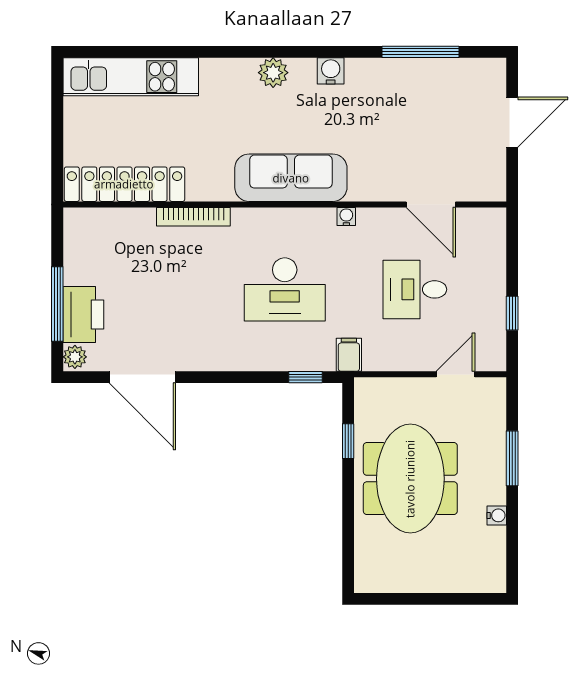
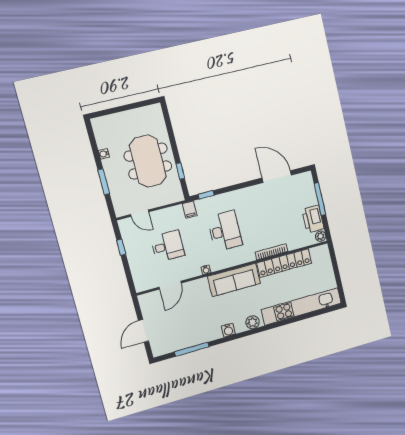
kitchen unit: (131, 77) -> (301, 306), width x1.36
locker: (124, 184) -> (284, 263), moved
door: (431, 204) -> (170, 285), swing flipped
desk: (285, 289) -> (225, 231), turned 90
printer: (83, 315) -> (313, 219), moved
plant: (75, 357) -> (321, 236), moved
door: (456, 374) -> (140, 213), hinge flipped

